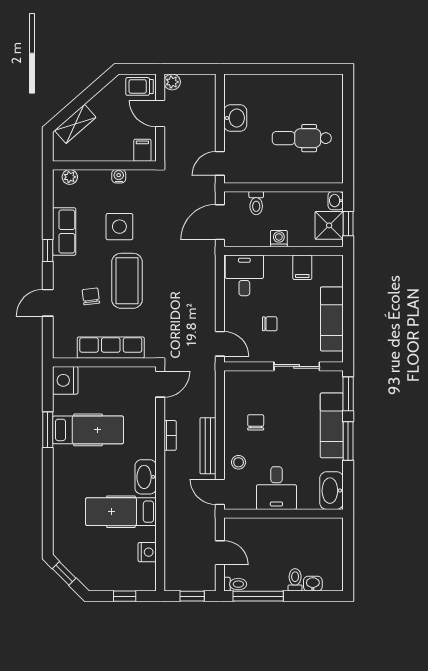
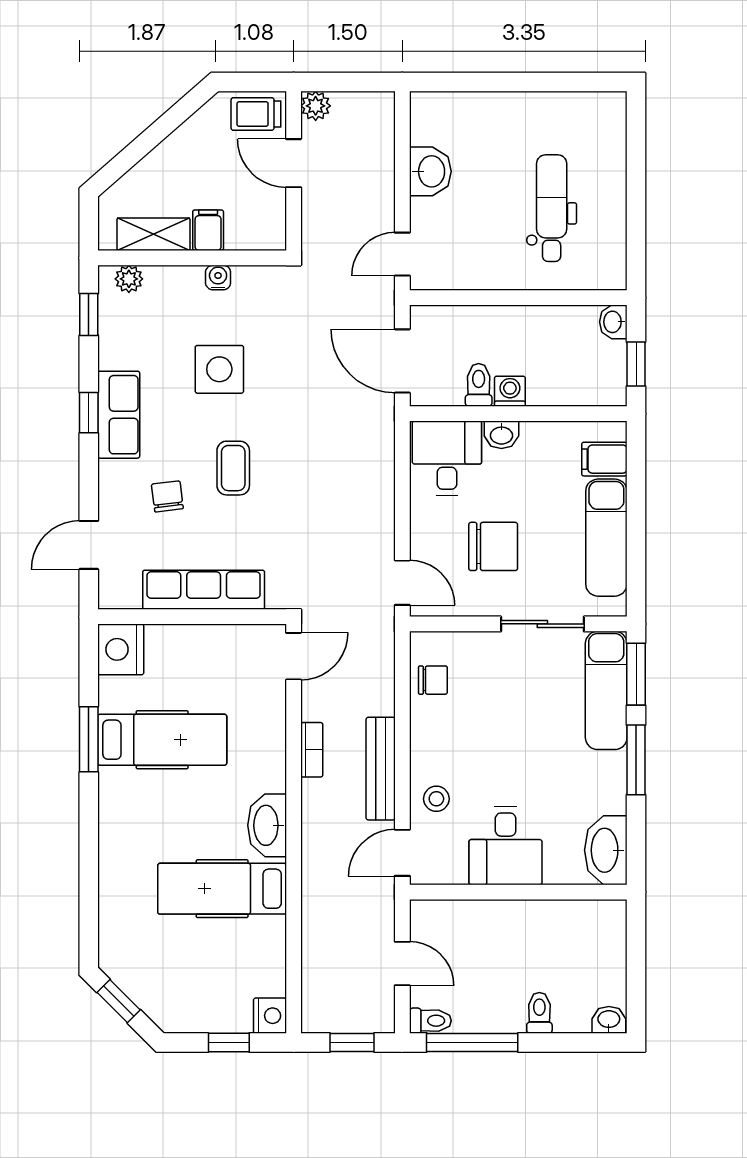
shelving: (75, 124) -> (153, 234), moved, turned 41
dental chair: (302, 138) -> (552, 208), turned 90
filing cabinet: (142, 150) -> (208, 230), moved
window: (48, 197) -> (89, 314), added
toilet: (256, 203) -> (479, 385), moved, turned 180
door: (220, 222) -> (402, 361), hinge flipped
shower: (329, 225) -> (601, 367), removed
row of seats: (64, 232) -> (119, 415), moved
washbasin: (274, 263) -> (501, 435), added
filing cabinet: (302, 267) -> (604, 459), moved, turned 90
coffee table: (127, 281) -> (233, 468), width x0.54, depth x0.58
door: (48, 303) -> (89, 545), moved
chair: (270, 324) -> (493, 546), width x1.87, depth x1.87
chair: (256, 422) -> (433, 680), moved, turned 90
exam couch: (332, 425) -> (606, 690), moved
door: (220, 492) -> (402, 853), hinge flipped
nightstand: (147, 552) -> (270, 1016), moved
washbasin: (313, 584) -> (609, 1020), moved

